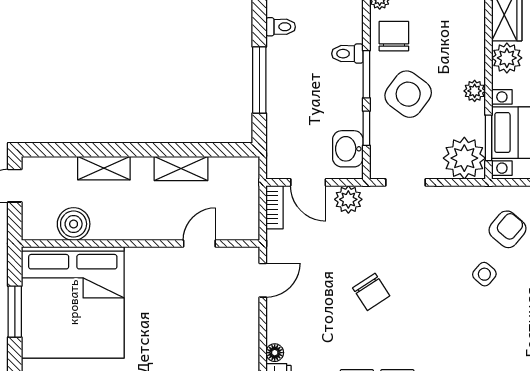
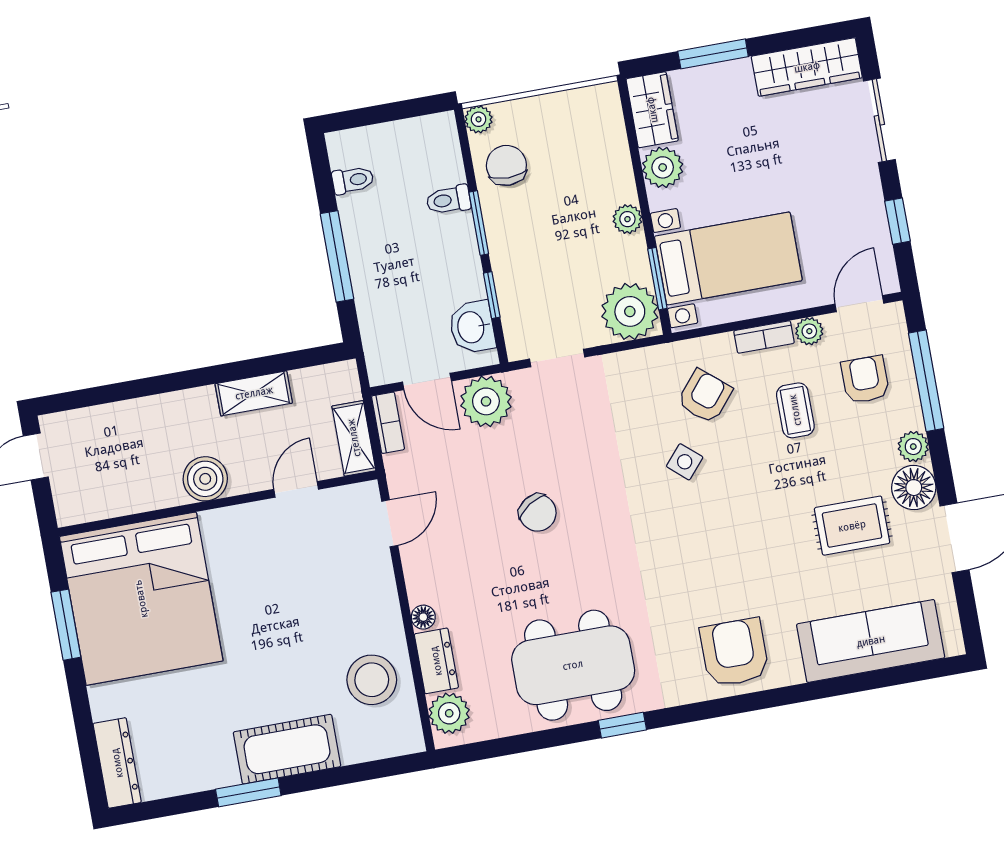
side table: (408, 94) -> (539, 239), removed
shelving: (104, 168) -> (354, 438), moved, turned 90
plant: (348, 199) -> (486, 401), width x1.36, depth x1.36
boiler: (74, 224) -> (205, 479), moved

